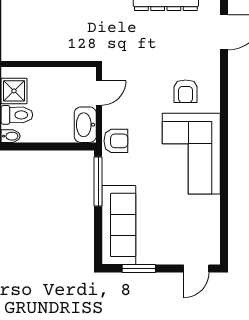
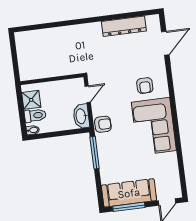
sofa: (119, 225) -> (129, 193), moved, turned -90
window: (139, 269) -> (129, 207), width x1.44

